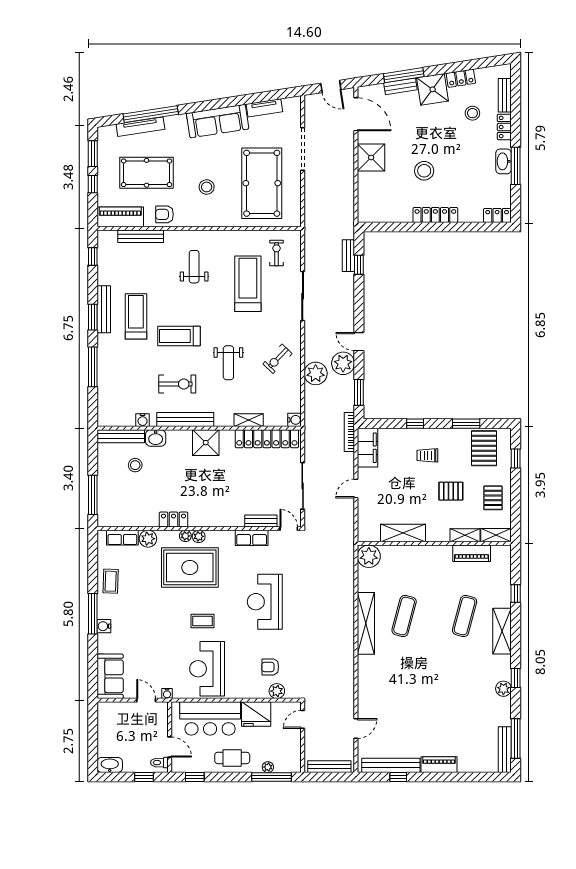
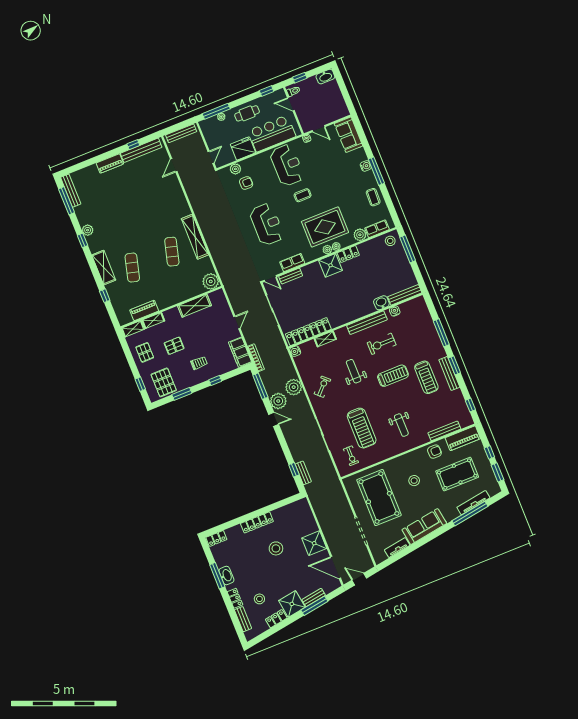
window: (359, 392) -> (260, 386), width x1.44
shower: (206, 443) -> (331, 265), moved
stool: (135, 465) -> (390, 241), moved

